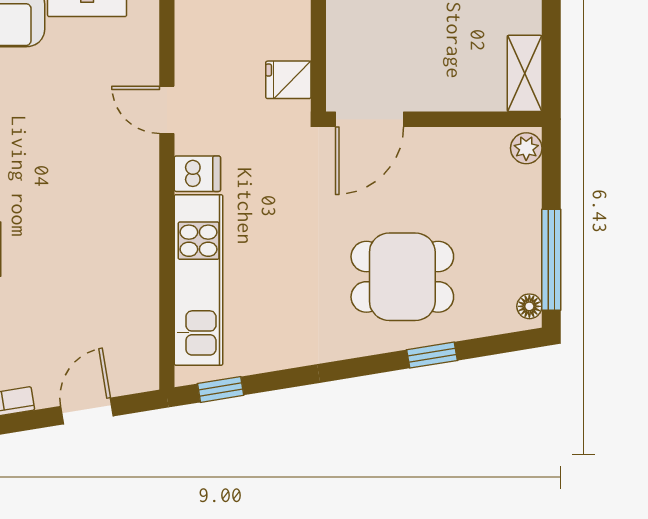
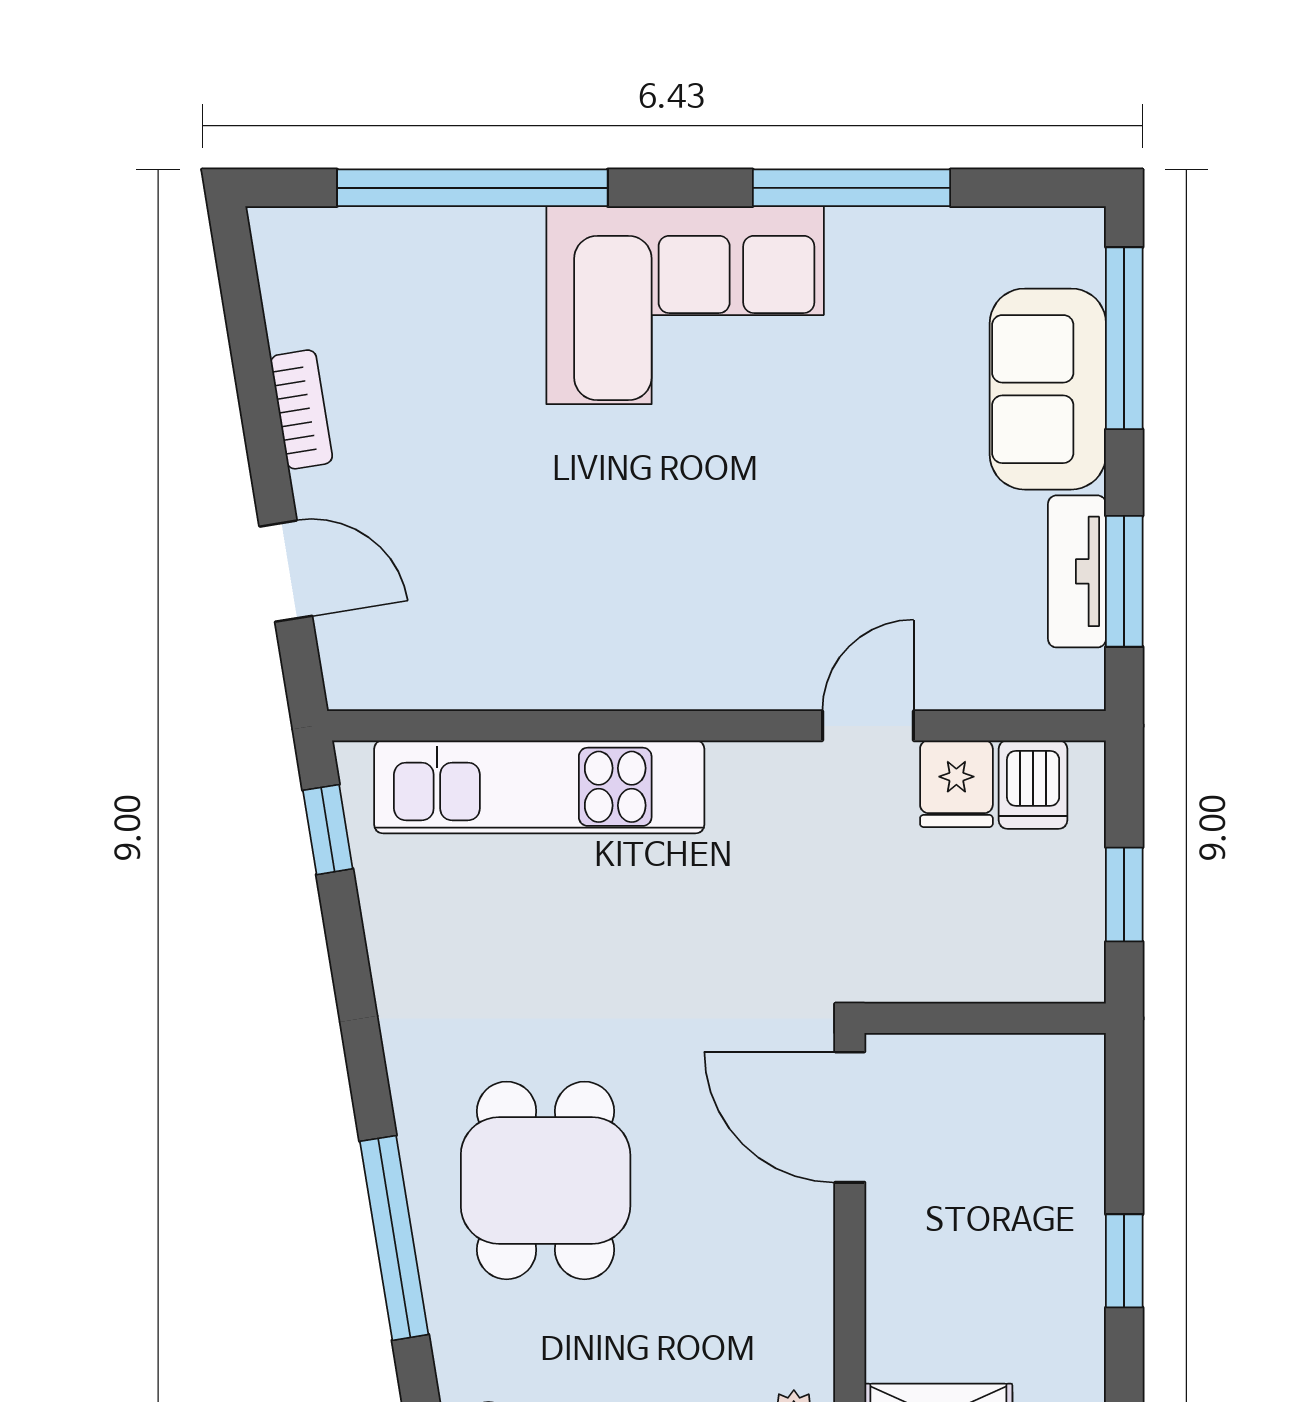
fridge: (288, 80) -> (956, 784), moved, turned 180
dishwasher: (197, 174) -> (1033, 785), moved
window: (432, 355) -> (394, 1238), width x2.17

